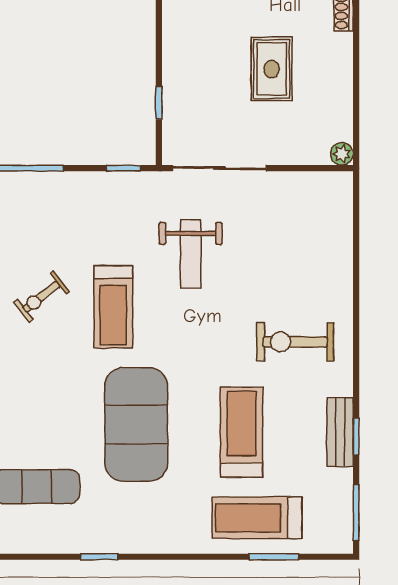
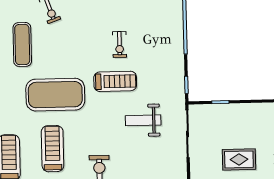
exercise bike: (41, 297) -> (120, 44), turned -142
treadmill: (113, 307) -> (115, 81), turned 180
treadmill: (242, 432) -> (53, 149), turned -90

